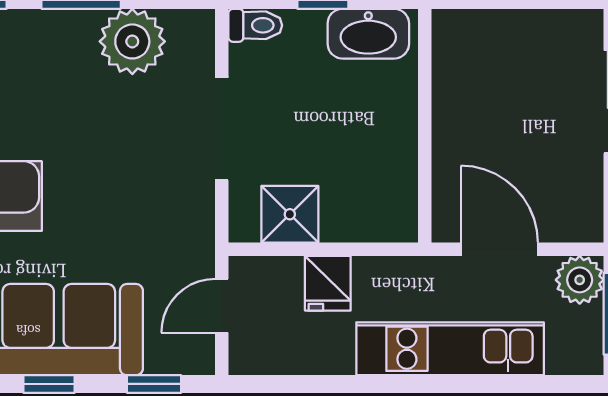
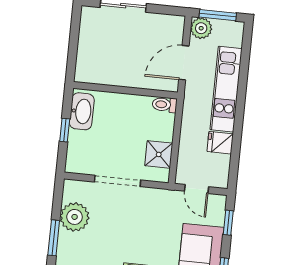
toilet: (255, 25) -> (165, 105), moved, turned -90
fridge: (328, 283) -> (220, 143), moved, turned 180

